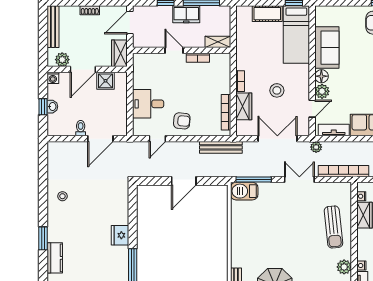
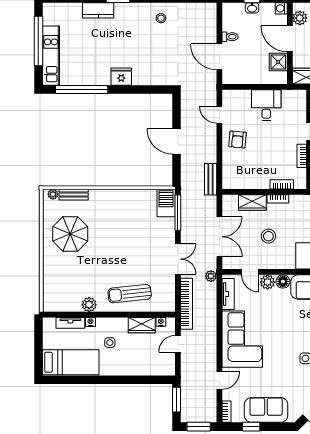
desk: (148, 104) -> (266, 105), moved
bookcase: (226, 112) -> (282, 184), moved, width x0.64
bench: (221, 147) -> (211, 179), width x0.73

